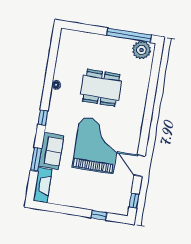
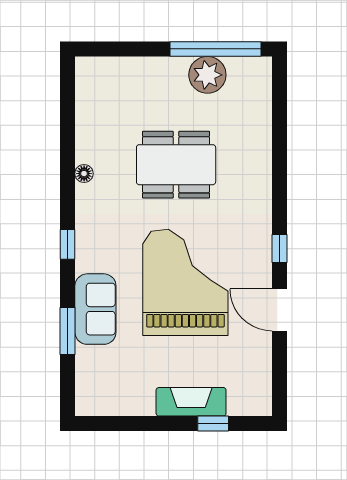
plant: (141, 50) -> (207, 75), moved
fireplace: (43, 185) -> (191, 402), moved, turned -90
window: (134, 201) -> (280, 249), moved

